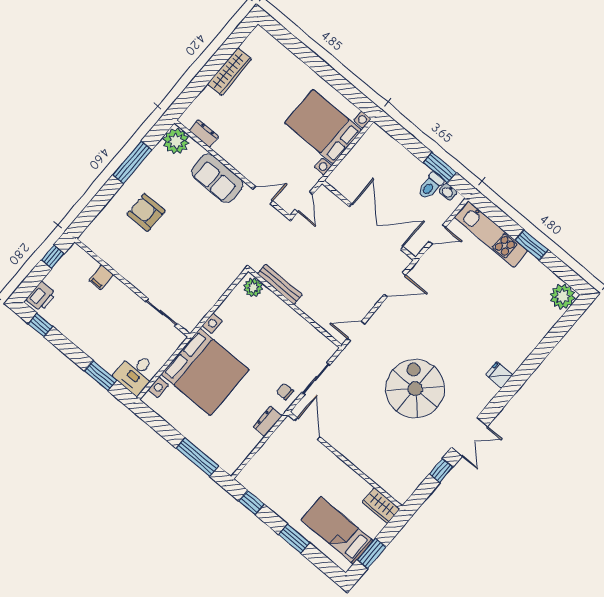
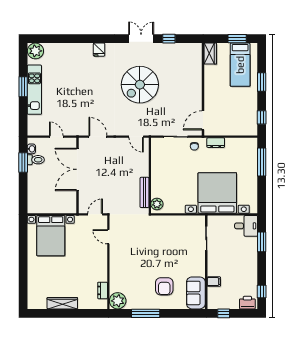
sofa: (217, 178) -> (196, 293), moved, turned 180
kitchen unit: (491, 234) -> (34, 90), moved

